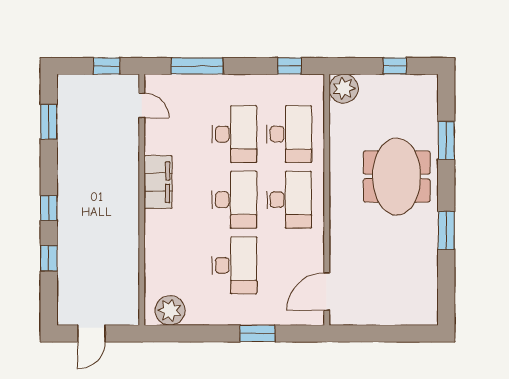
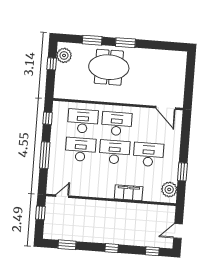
window: (197, 66) -> (45, 155), moved
plant: (344, 89) -> (64, 55), moved
filing cabinet: (158, 182) -> (129, 193), moved
window: (446, 230) -> (125, 43), moved
window: (49, 258) -> (152, 251), moved
door: (91, 333) -> (178, 231), swing flipped
window: (258, 333) -> (182, 172), moved

